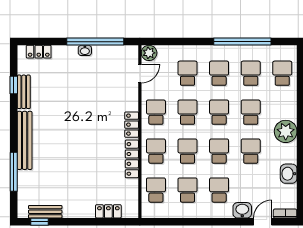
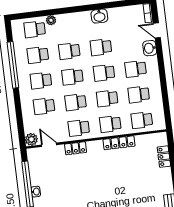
locker: (132, 125) -> (76, 148), moved
plant: (286, 131) -> (51, 20), moved, width x0.53, depth x0.53
washbasin: (289, 174) -> (99, 16), moved

